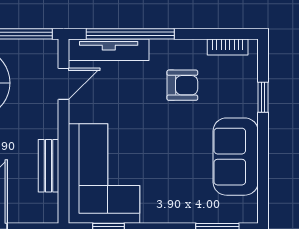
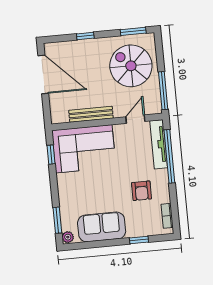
door: (64, 84) -> (135, 119), swing flipped
bench: (48, 166) -> (91, 114), width x1.36
plant: (247, 214) -> (68, 237), added

